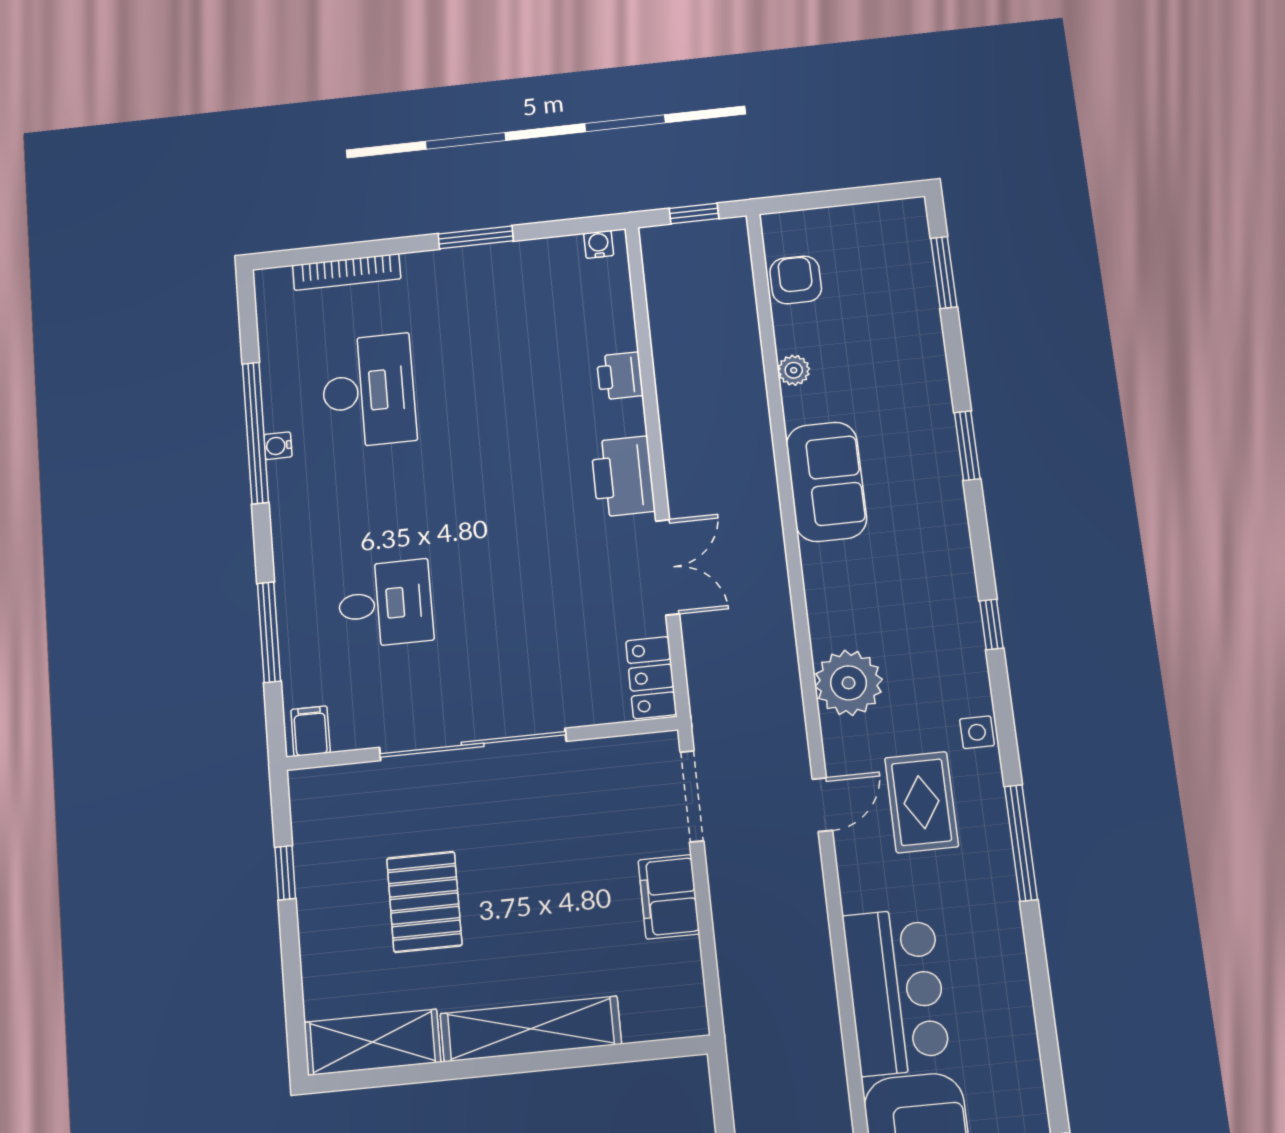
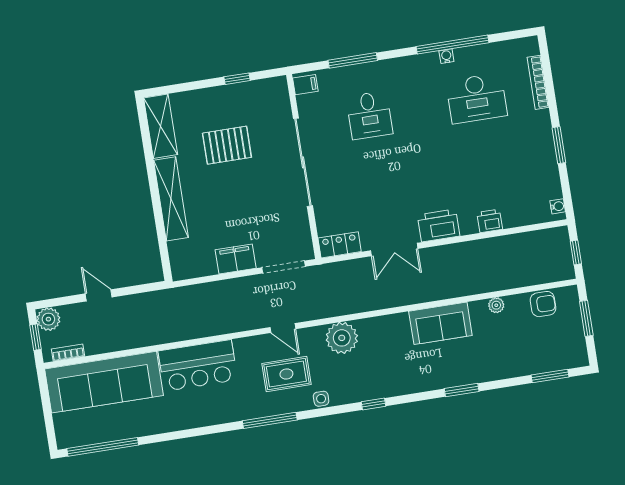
window: (829, 199) -> (586, 318), added

